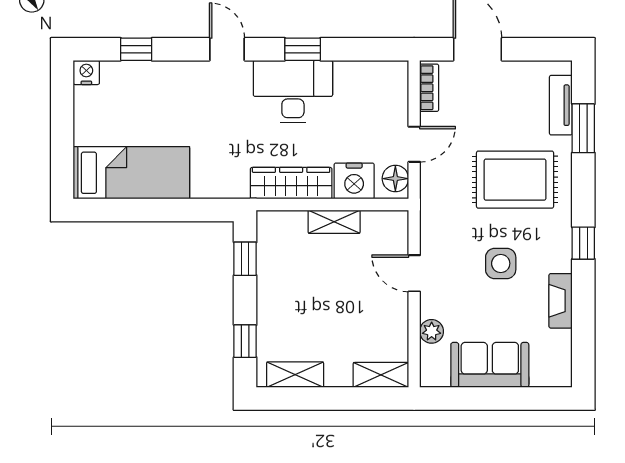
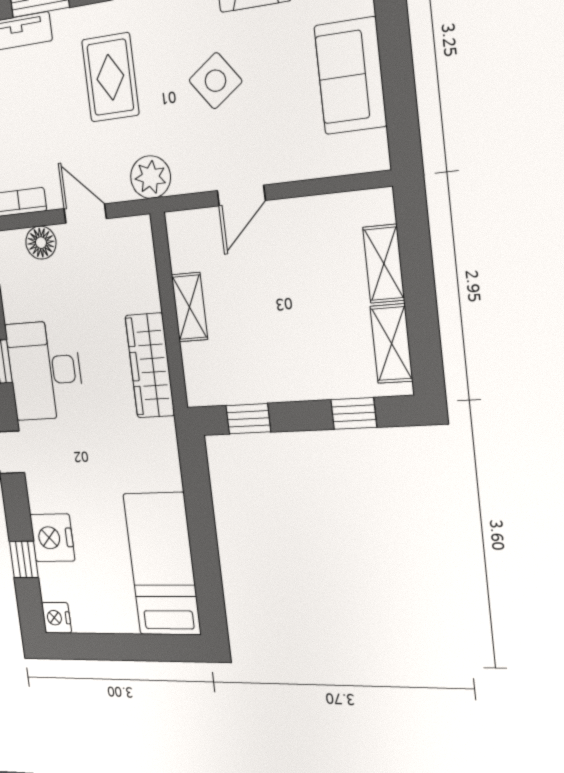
floor lamp: (395, 179) -> (41, 243), moved
rug: (515, 180) -> (110, 77), width x0.73, depth x0.70
nightstand: (354, 181) -> (52, 538), moved, turned 180
side table: (501, 263) -> (215, 81), turned -36
plant: (432, 331) -> (151, 177), moved, width x1.38, depth x1.38
shelving: (381, 375) -> (384, 264), moved

